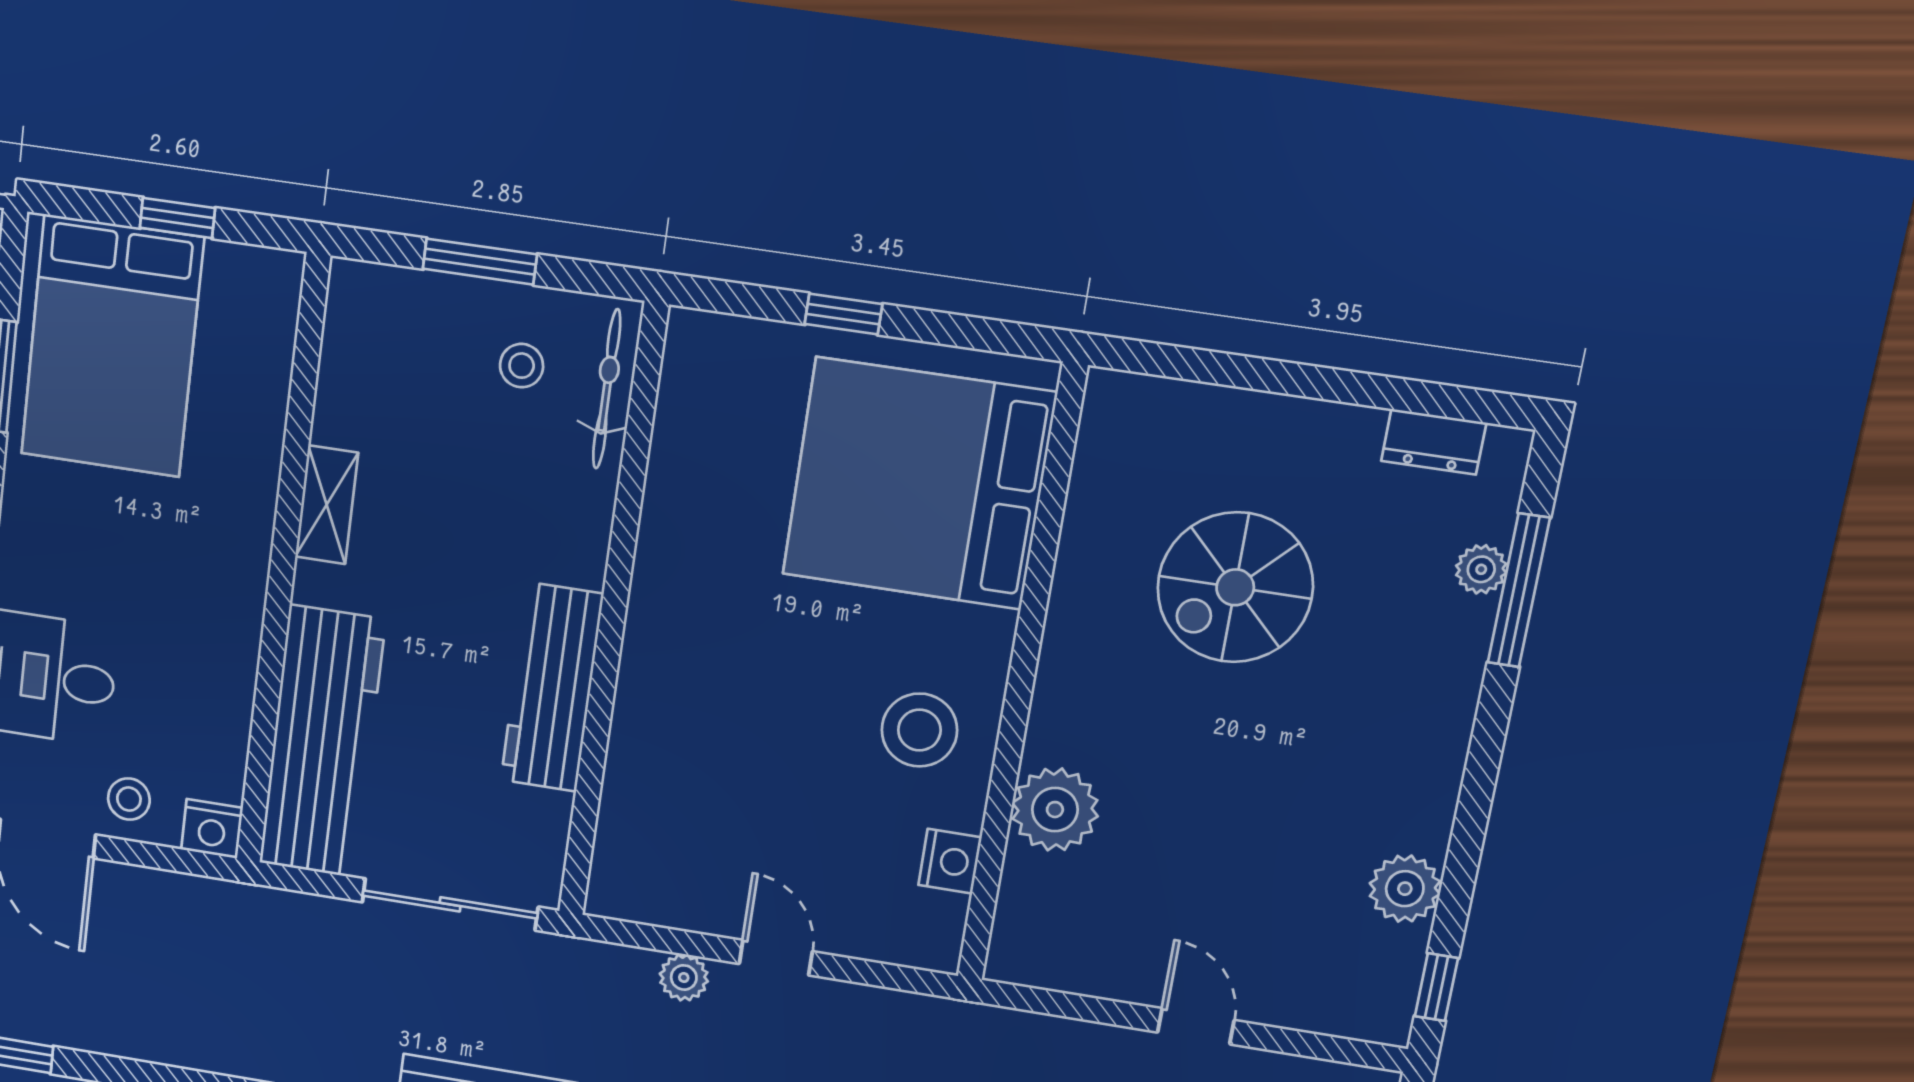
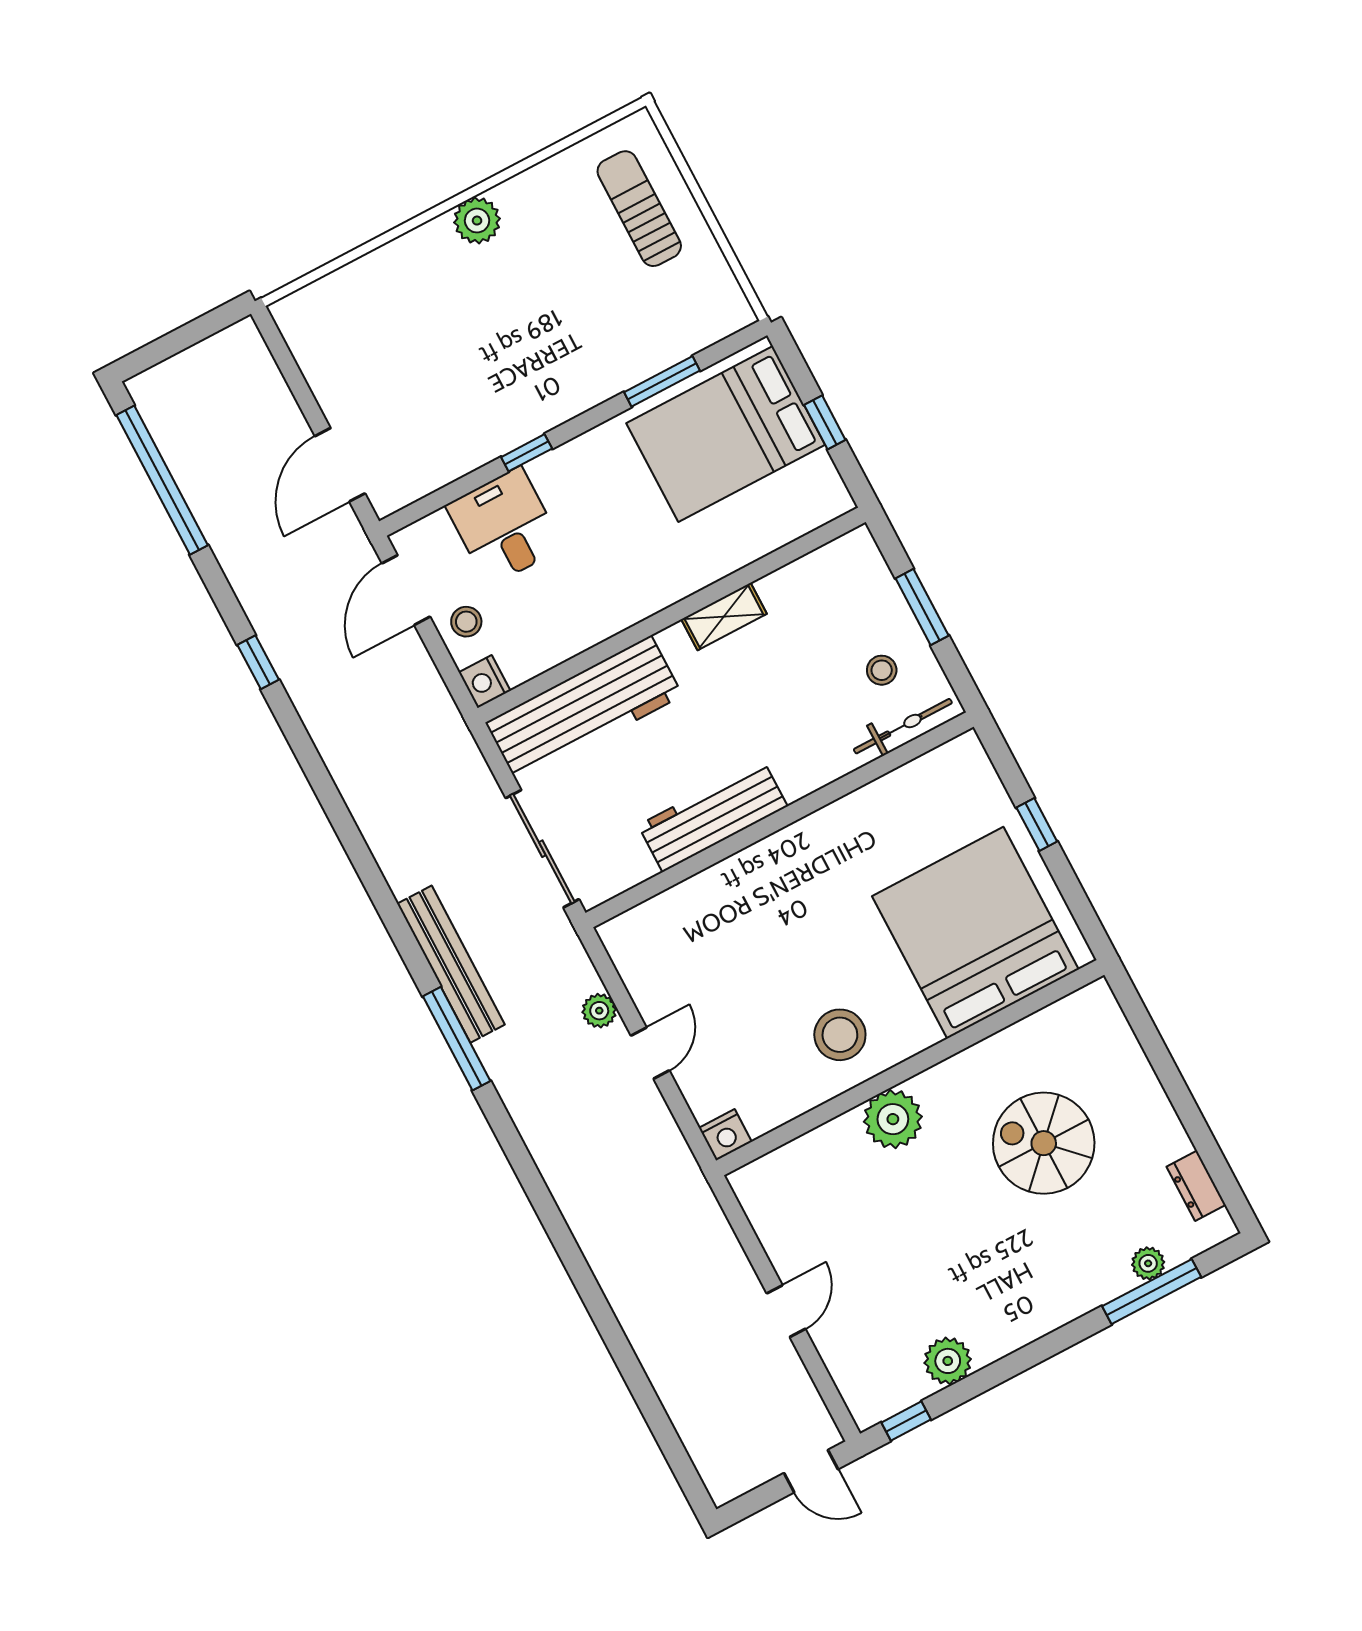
plant: (1055, 810) -> (893, 1119), moved
nightstand: (950, 861) -> (725, 1135), moved

